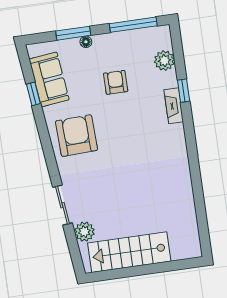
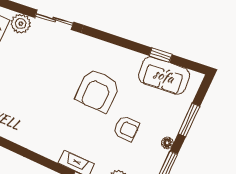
floor lamp: (86, 42) -> (167, 143), moved
armchair: (76, 136) -> (97, 91), moved, turned 92

